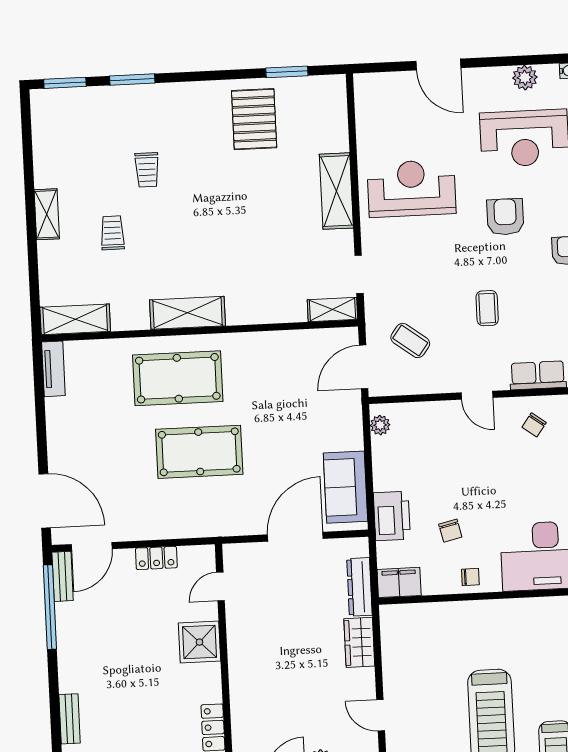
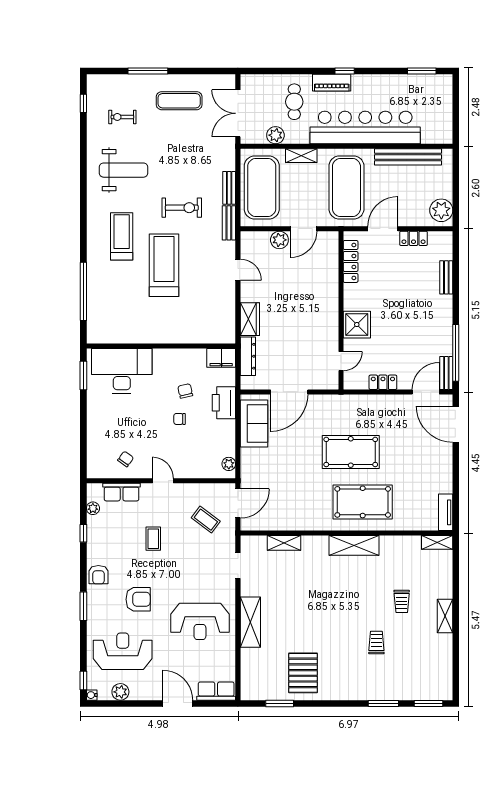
row of seats: (382, 86) -> (216, 691), added
armchair: (505, 217) -> (138, 599), turned -90
shelving: (333, 309) -> (284, 543), moved
shelving: (75, 319) -> (437, 542), width x0.67, depth x0.75
chair: (470, 577) -> (180, 419), moved

